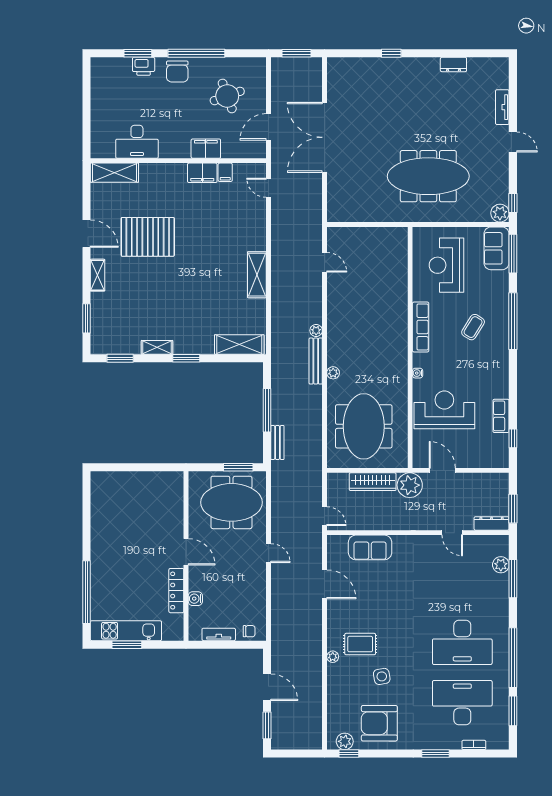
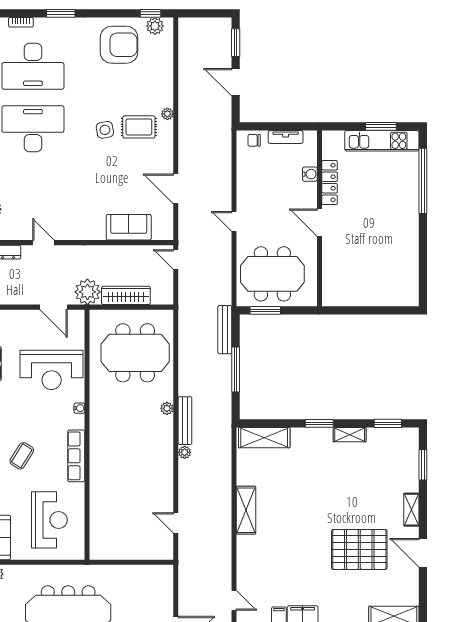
meeting table: (364, 426) -> (135, 353), turned 90
bench: (277, 442) -> (225, 330), width x1.36
side table: (382, 676) -> (105, 130), moved

